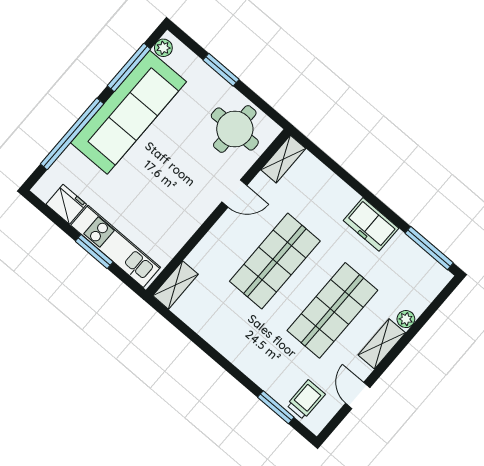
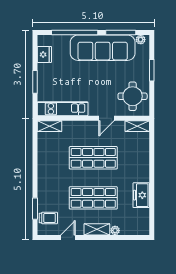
door: (234, 194) -> (106, 118), hinge flipped
freezer: (371, 224) -> (141, 195), moved
kitchen unit: (116, 246) -> (63, 109), moved, turned -90
window: (429, 248) -> (152, 215), removed

